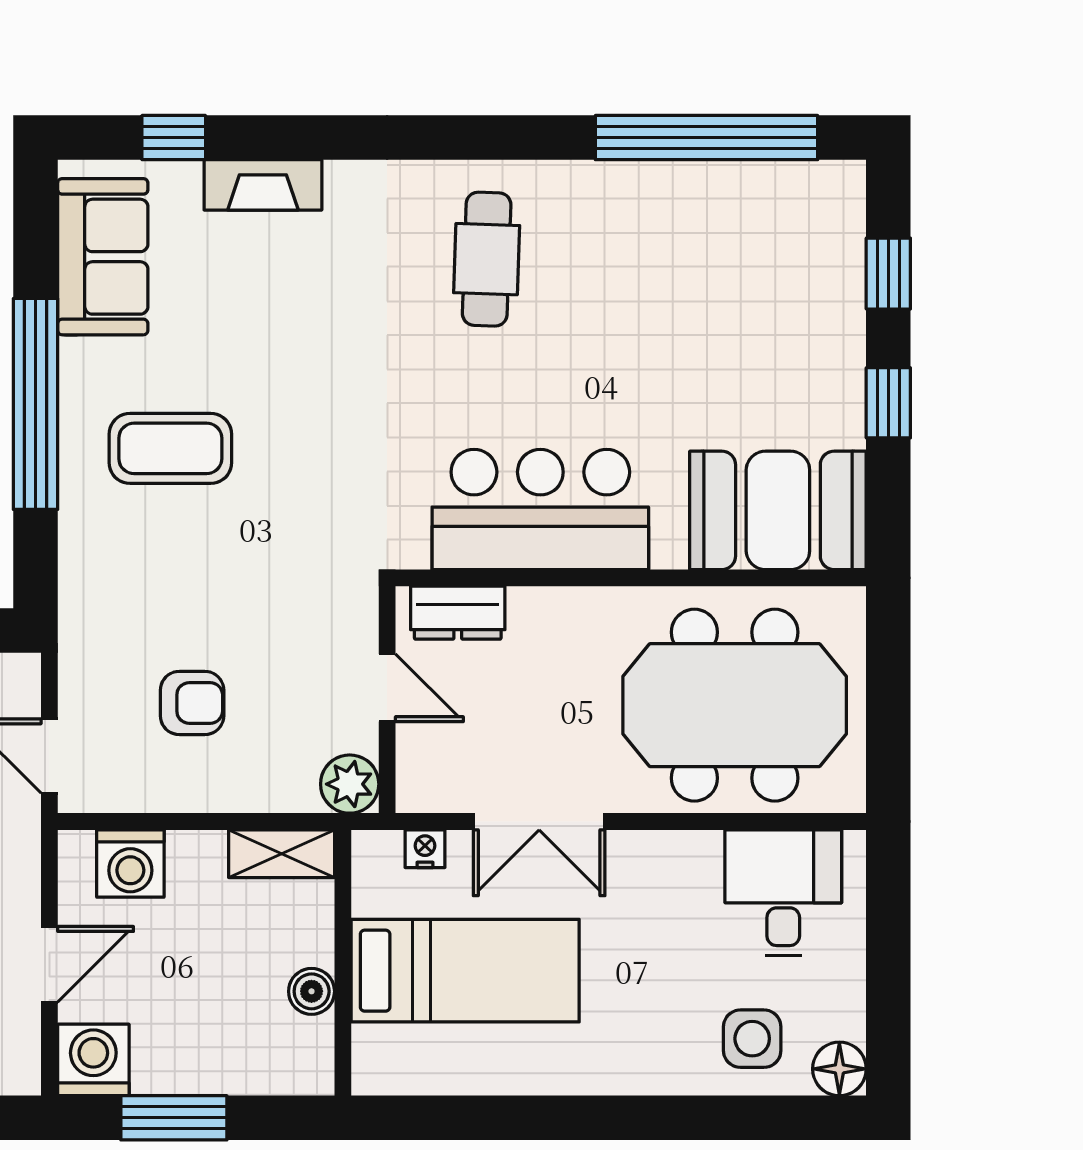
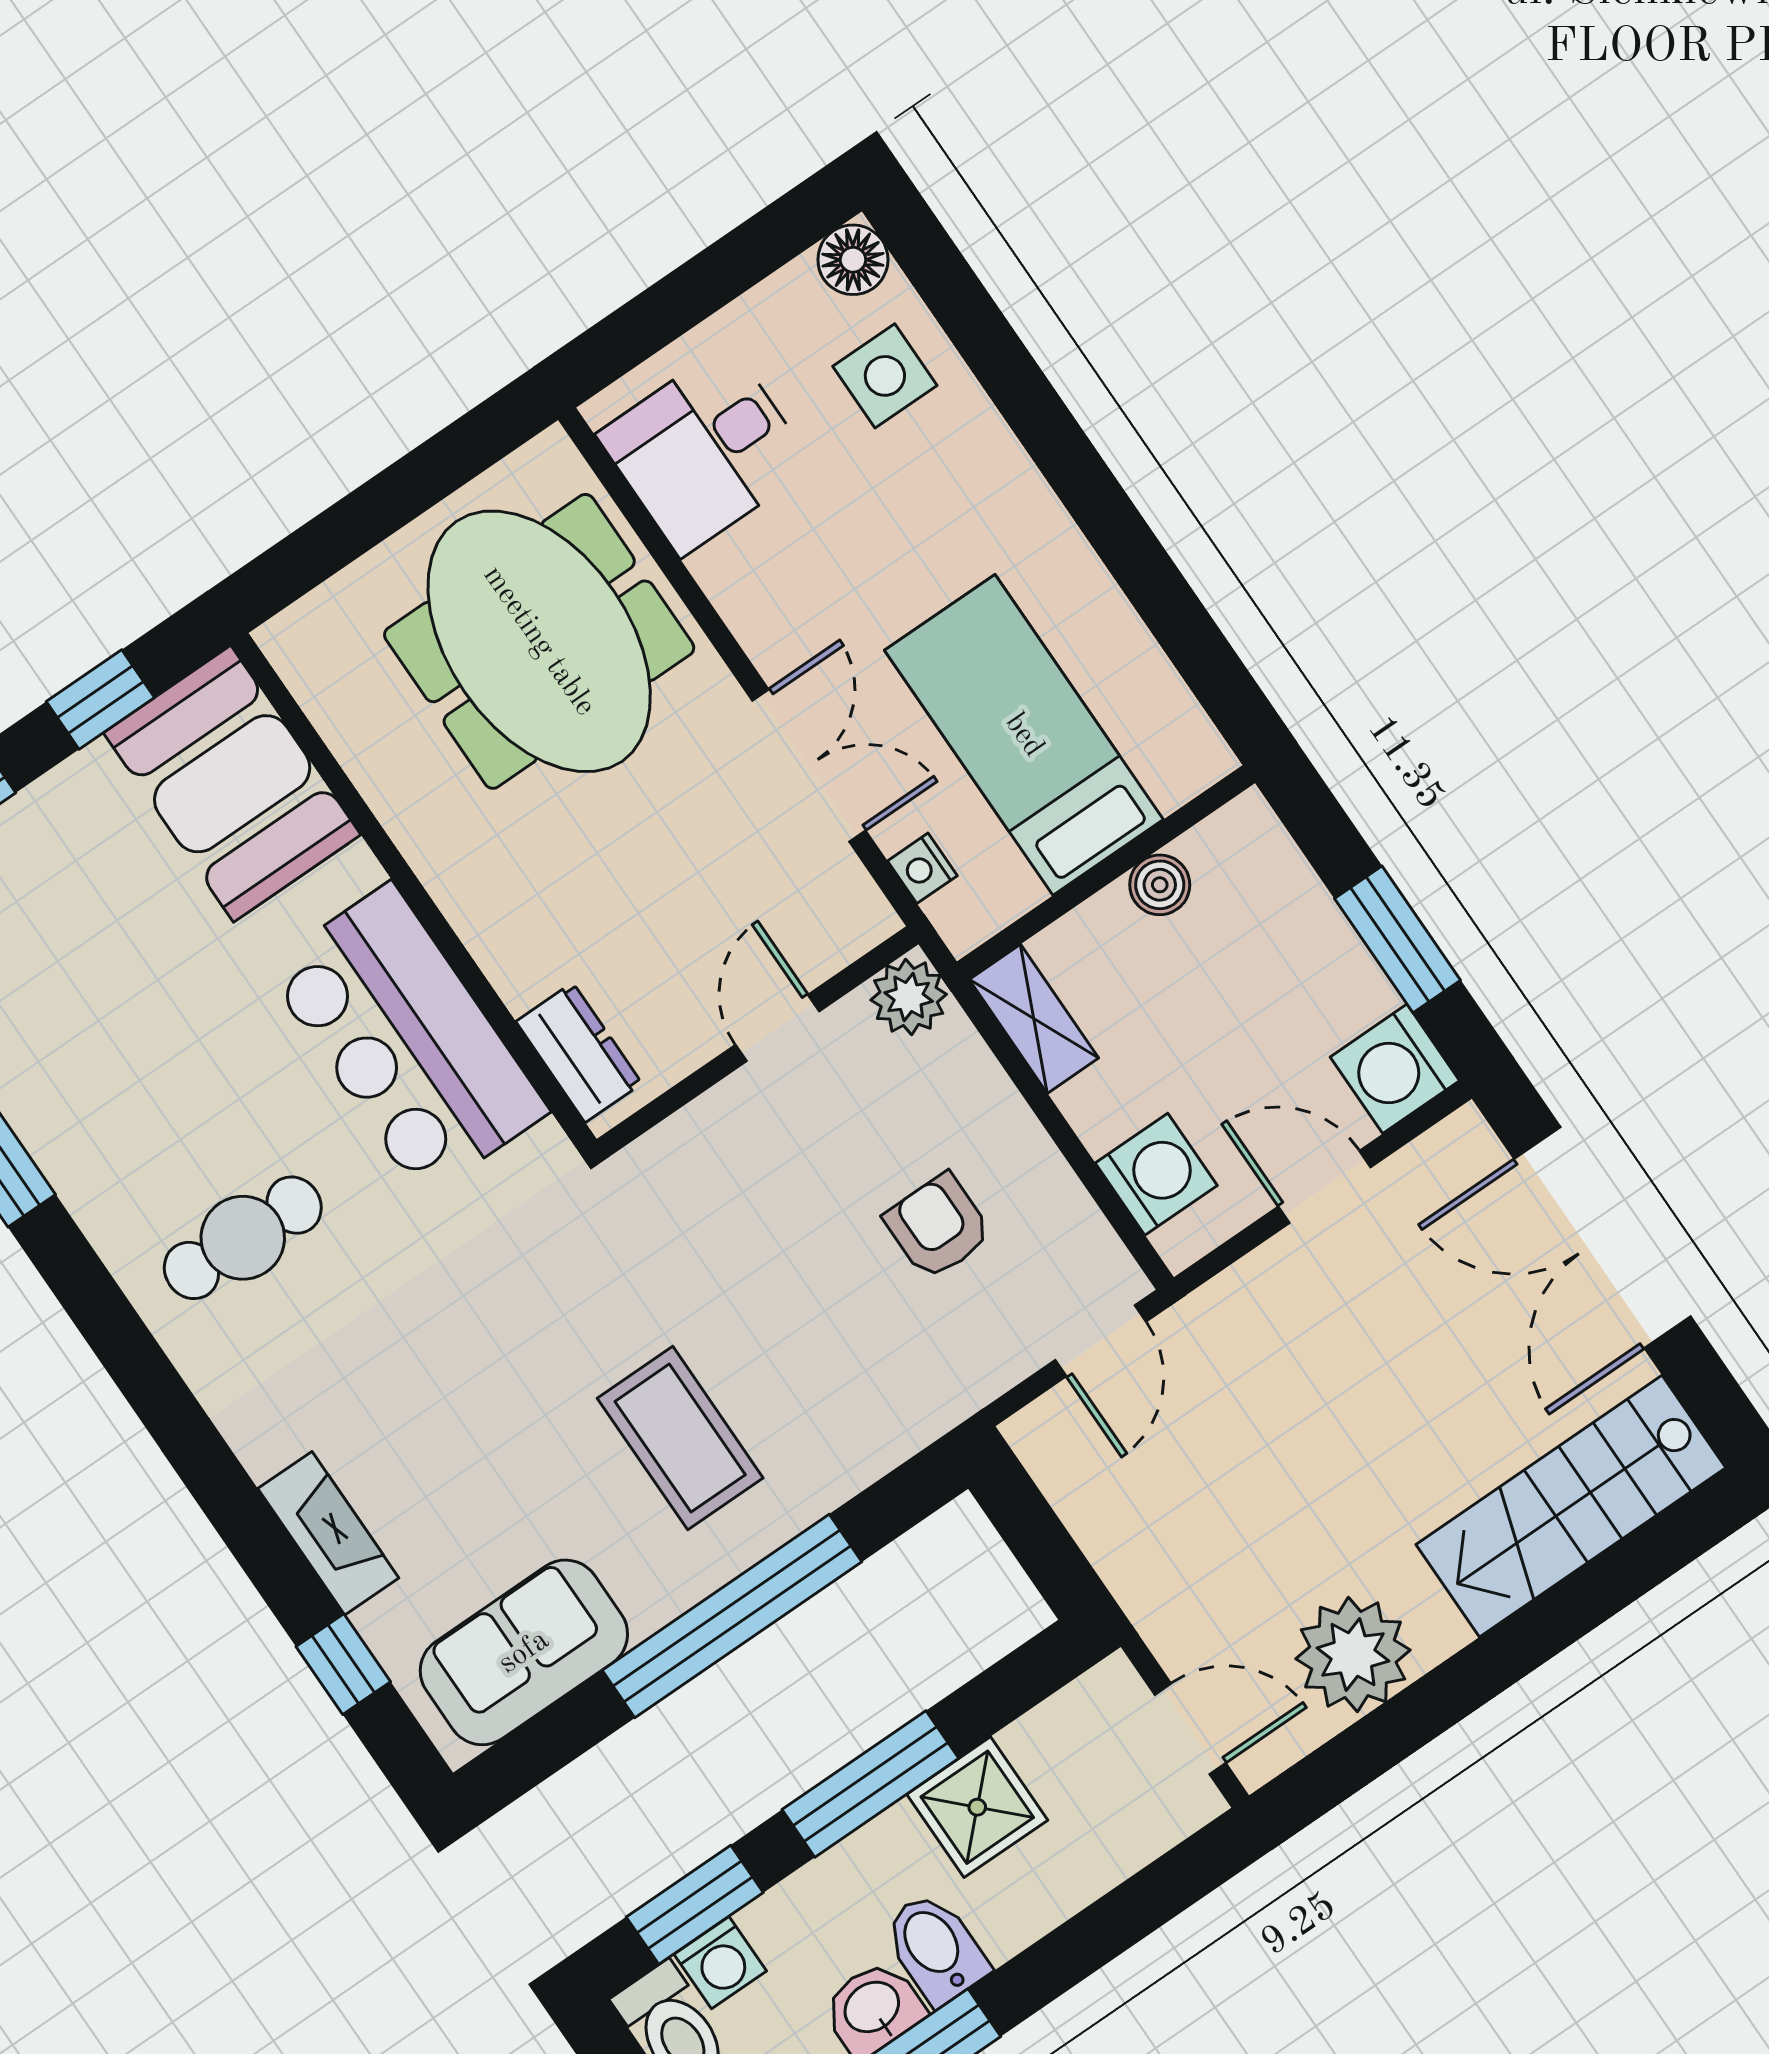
bar counter: (540, 509) -> (407, 1040), moved
booth: (778, 510) -> (232, 784), moved
wall: (631, 578) -> (413, 892), moved
dresser: (458, 613) -> (579, 1053), moved

